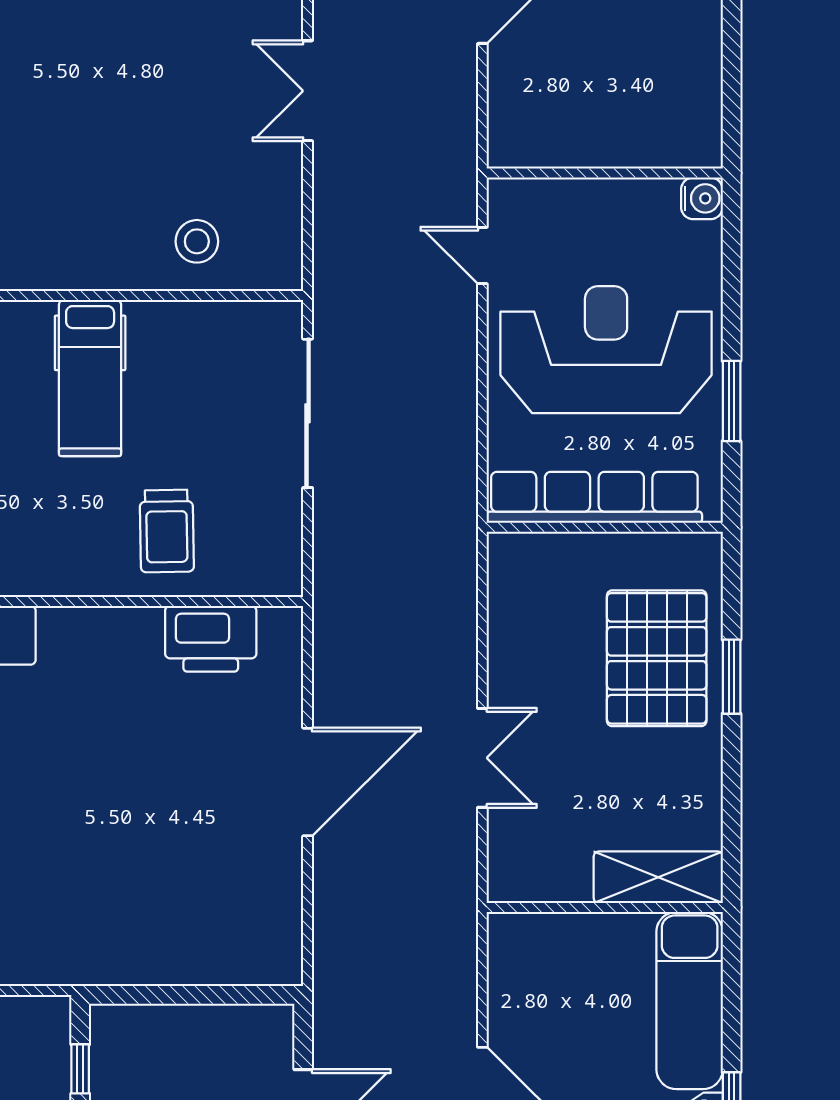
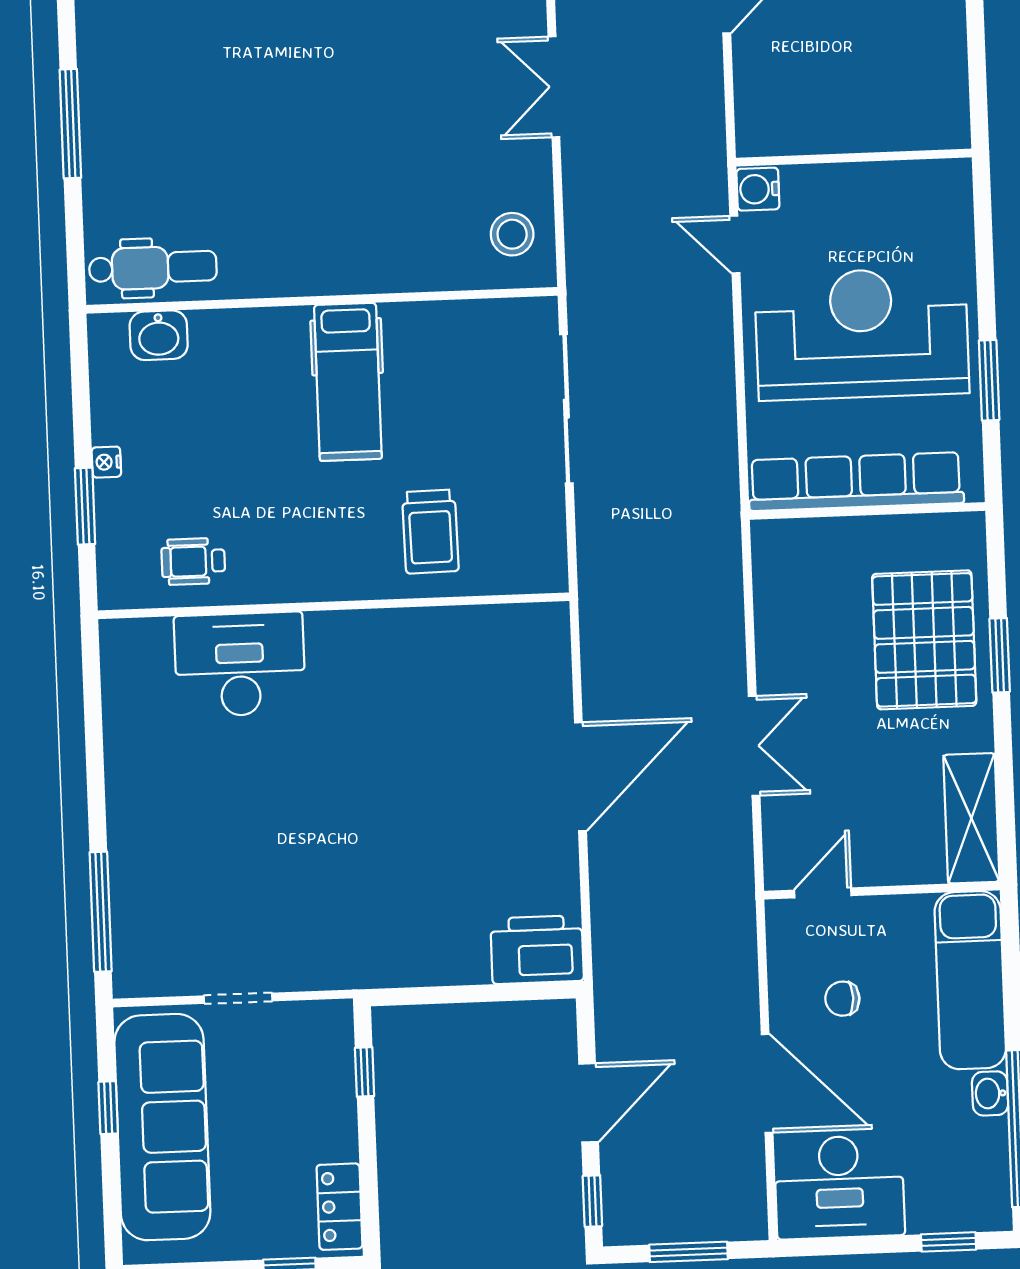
water cooler: (702, 198) -> (758, 189), moved, turned 180
stool: (197, 241) -> (512, 234), moved
printer: (211, 639) -> (537, 950), moved, turned 180
shelving: (658, 877) -> (971, 818), moved, turned 90
door: (545, 907) -> (823, 893), added
chair: (561, 1014) -> (842, 999), added

